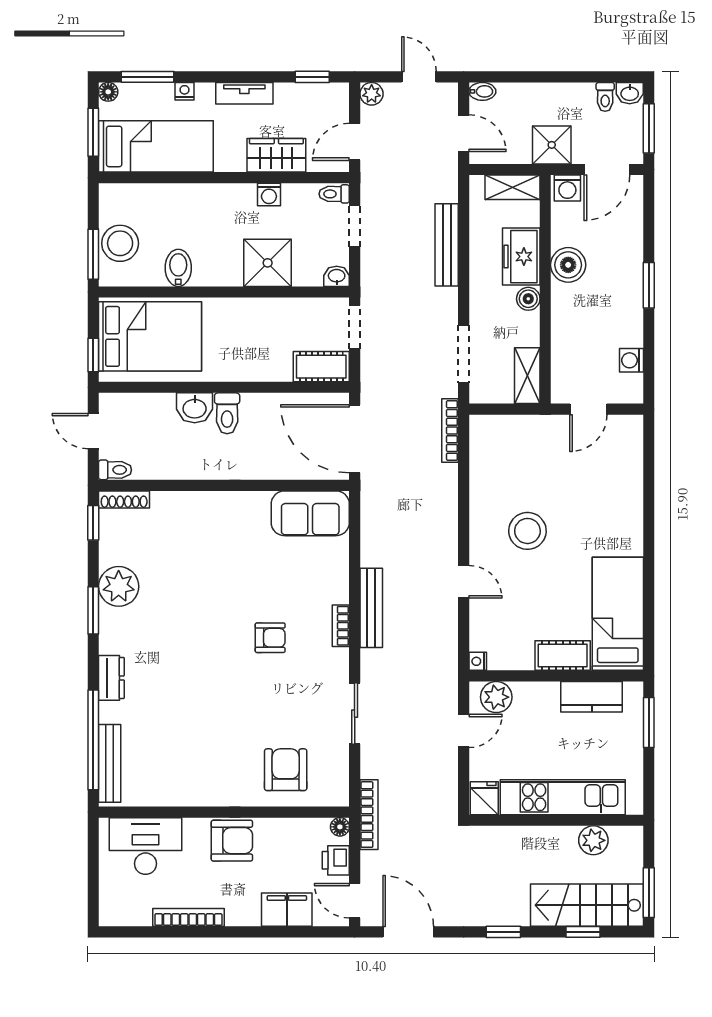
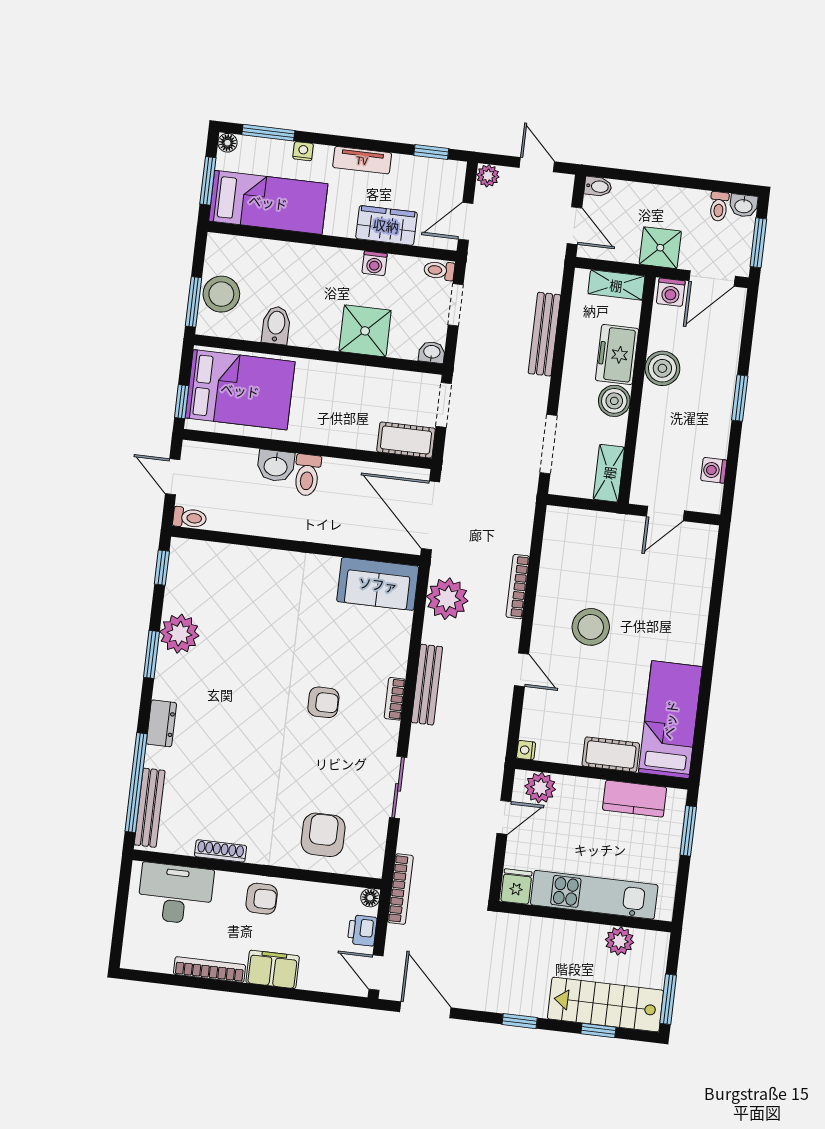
boiler: (528, 299) -> (614, 401), width x1.36, depth x1.36
bookcase: (450, 430) -> (518, 587), moved
shoe rack: (124, 499) -> (220, 851), moved, turned 180
plant: (381, 520) -> (447, 599), added
armchair: (232, 841) -> (262, 899), width x0.72, depth x0.72
filing cabinet: (287, 910) -> (273, 969), moved

